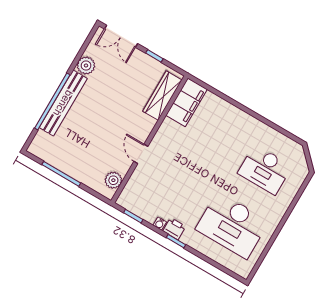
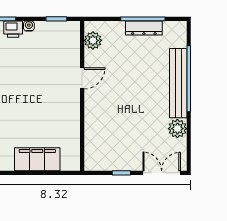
wardrobe: (162, 96) -> (94, 142), removed
filing cabinet: (187, 102) -> (37, 159), moved, turned 90
door: (141, 154) -> (82, 78), hinge flipped
dresser: (65, 166) -> (144, 28), added

